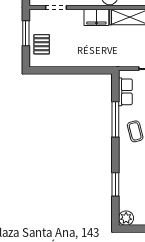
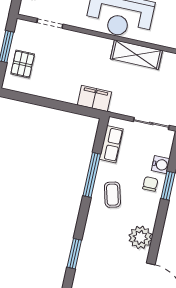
filing cabinet: (96, 17) -> (94, 98), moved, turned 180

